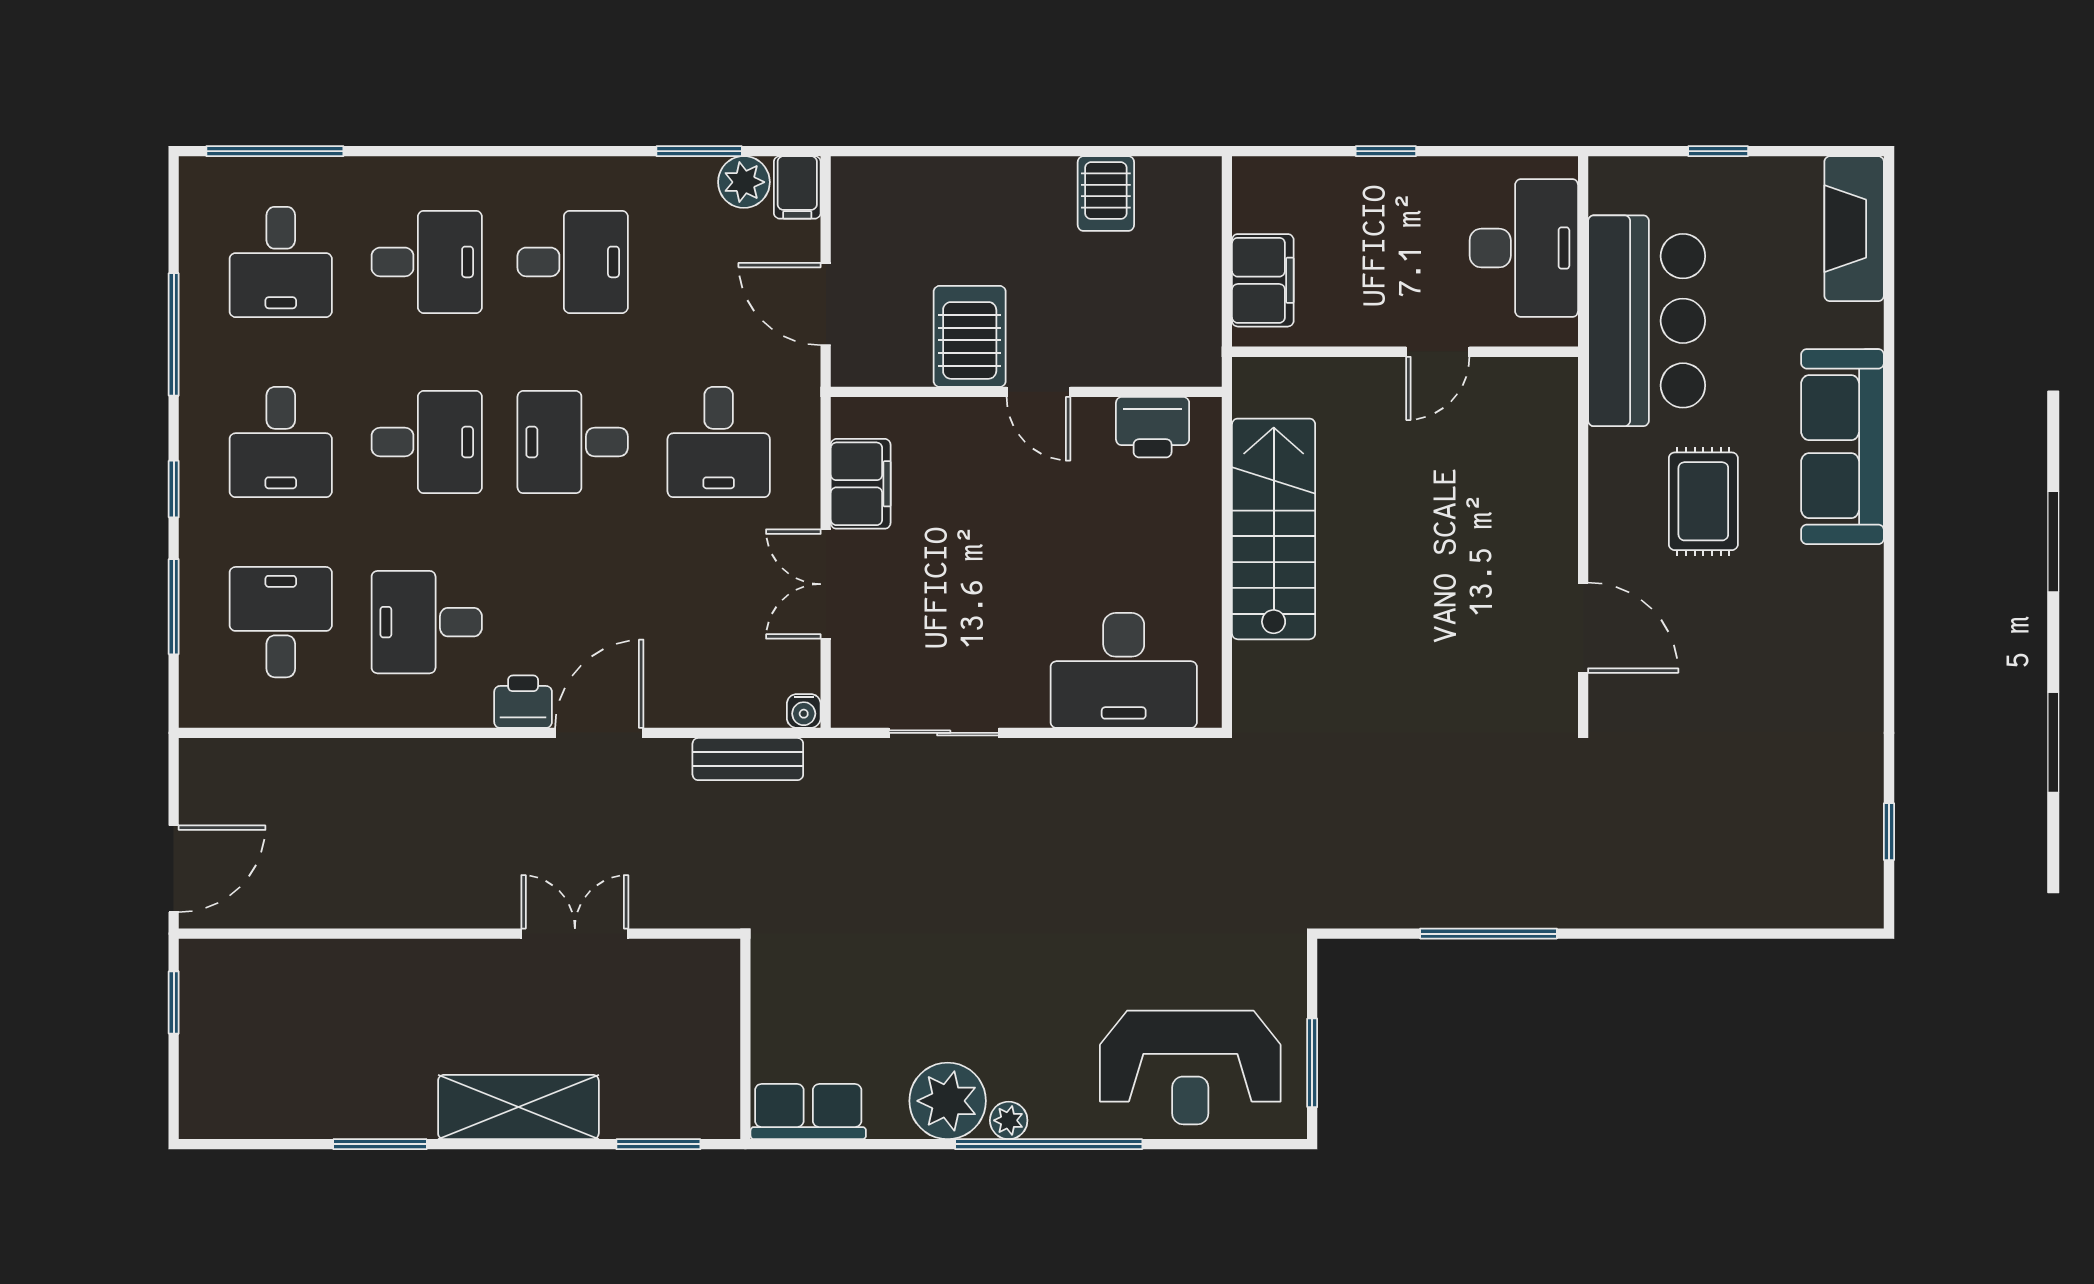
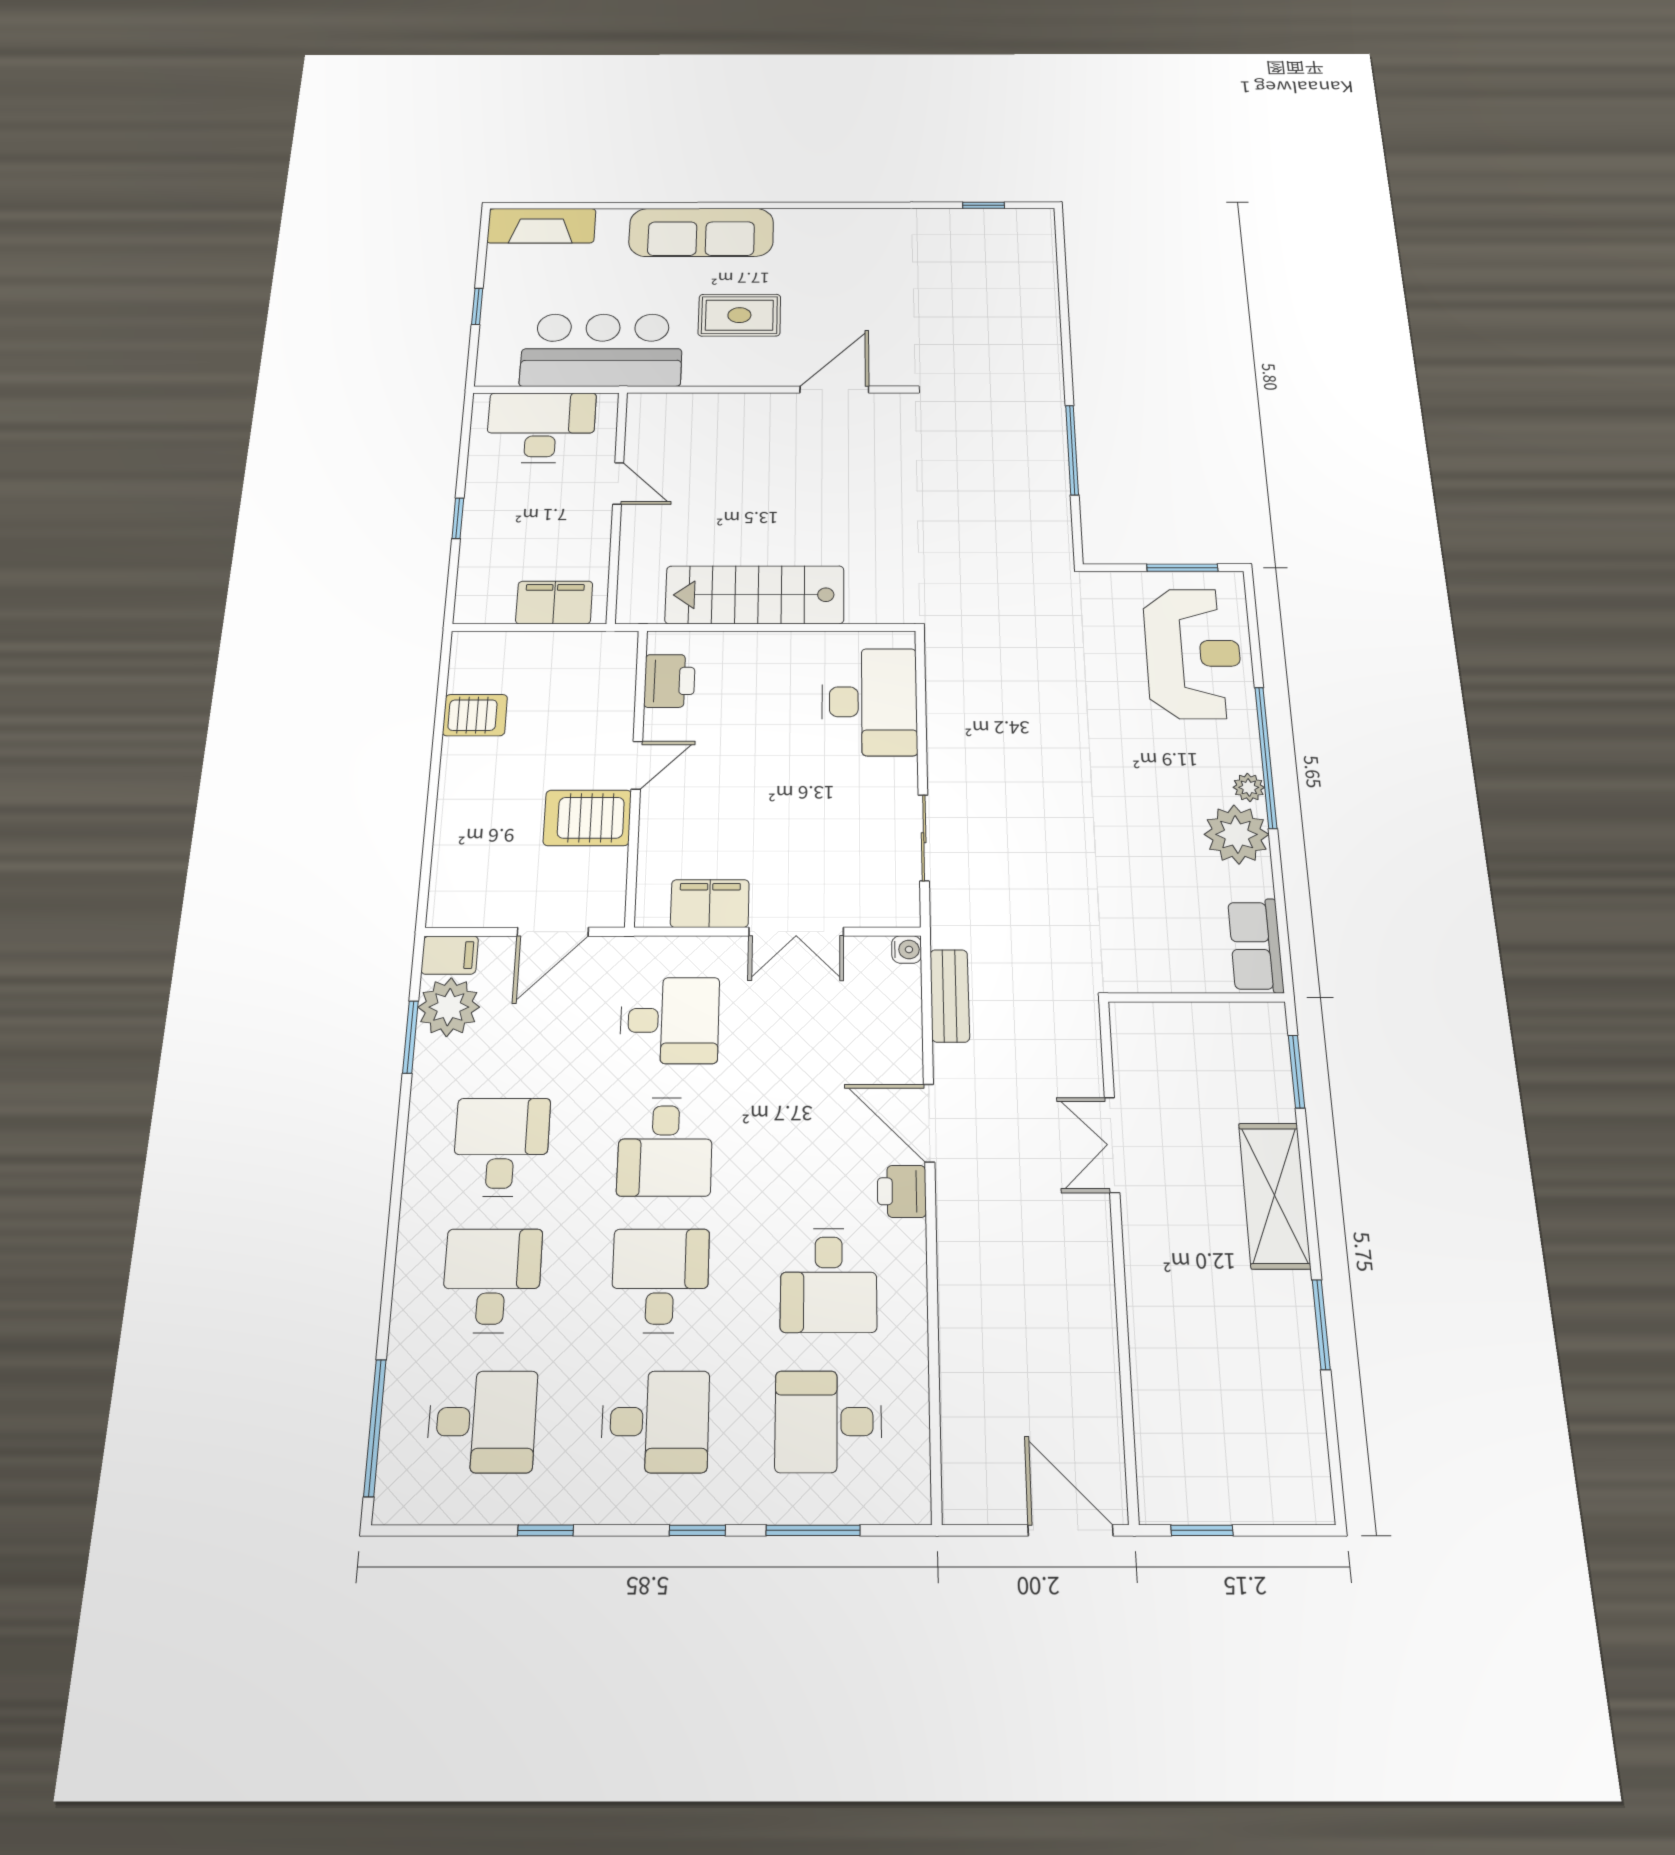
plant: (744, 182) -> (449, 1007), width x1.36, depth x1.36
window: (174, 334) -> (546, 1530), width x0.46

